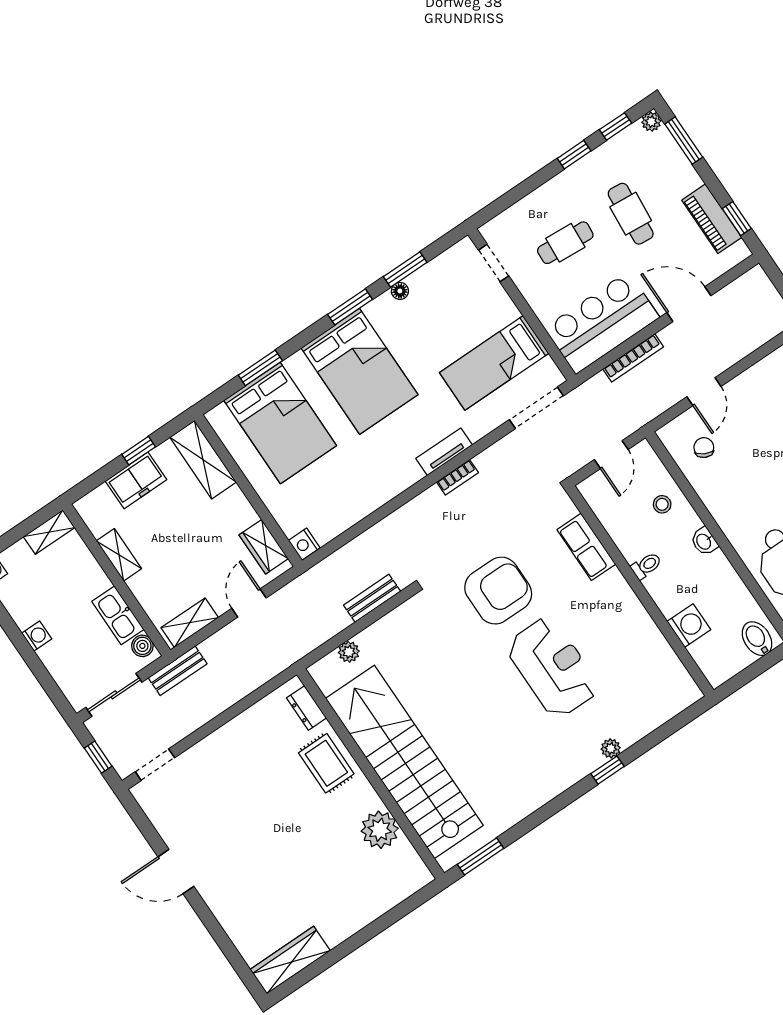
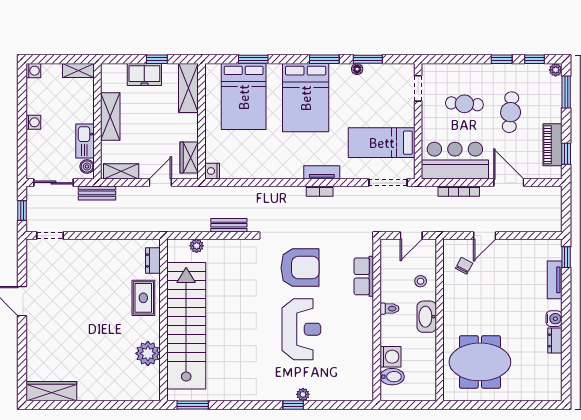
washbasin: (704, 541) -> (427, 317), width x1.91, depth x1.45
shelving: (119, 555) -> (110, 117), width x1.50, depth x1.33
bidet: (757, 639) -> (392, 377), moved, turned 90

